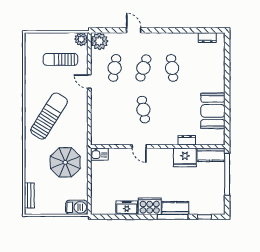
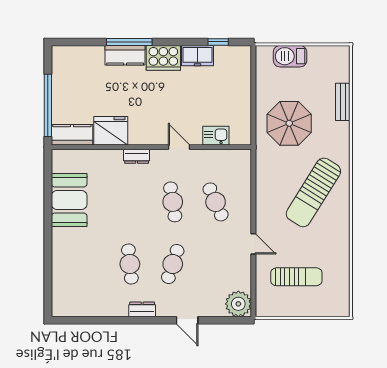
dresser: (207, 38) -> (142, 309), moved
plant: (81, 39) -> (265, 307), removed
cafe table: (115, 68) -> (216, 202), moved, turned -33
dresser: (187, 140) -> (137, 156), moved
kitchen sink: (99, 154) -> (216, 136), moved
bench: (29, 195) -> (343, 102), moved
barbecue: (77, 207) -> (290, 56), moved
window: (204, 217) -> (218, 42), moved

